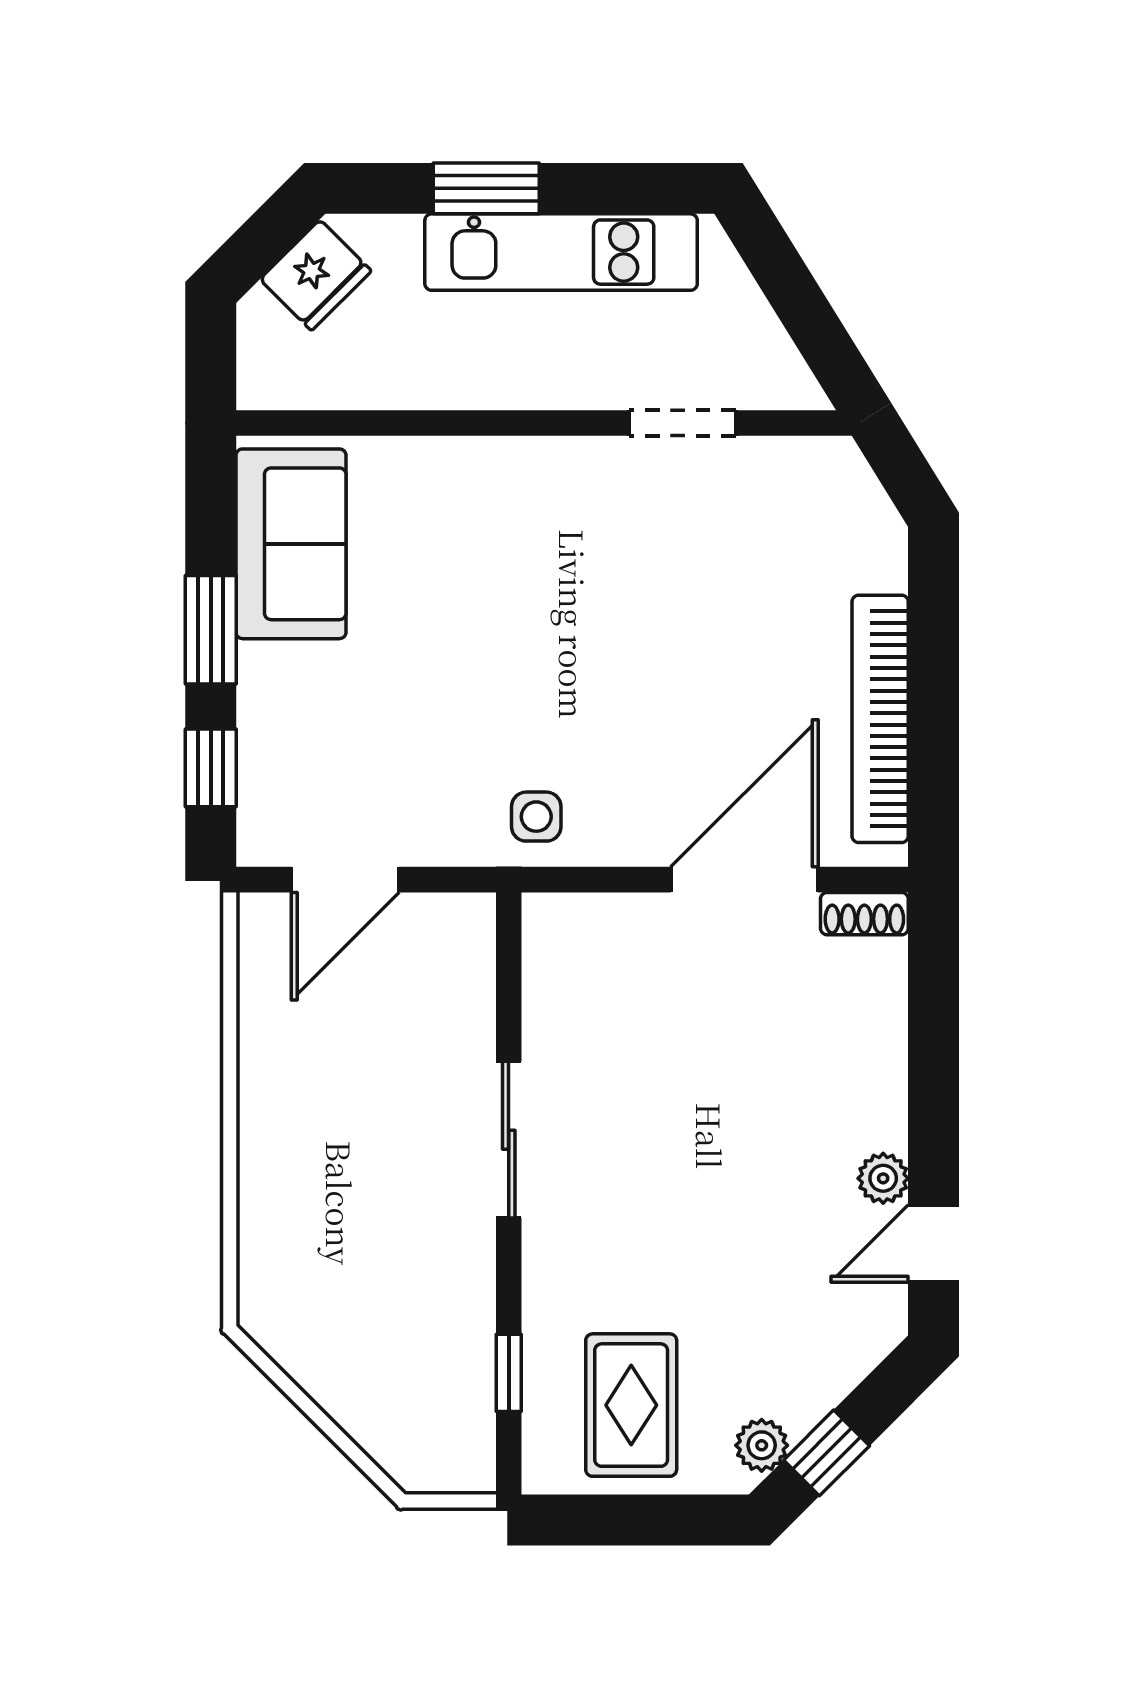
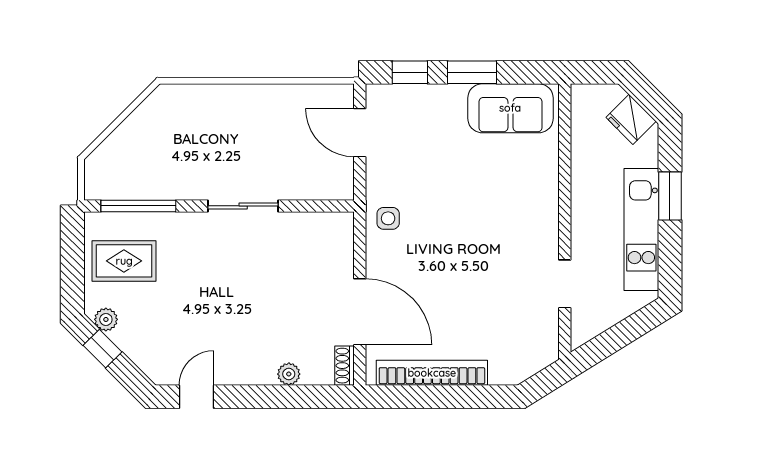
plant: (883, 1178) -> (289, 374), moved
door: (934, 1243) -> (197, 397), hinge flipped
window: (509, 1373) -> (138, 206), width x2.17

